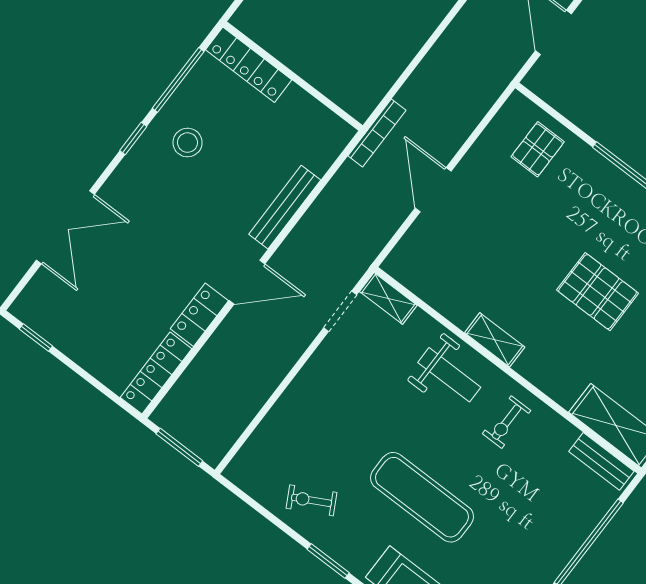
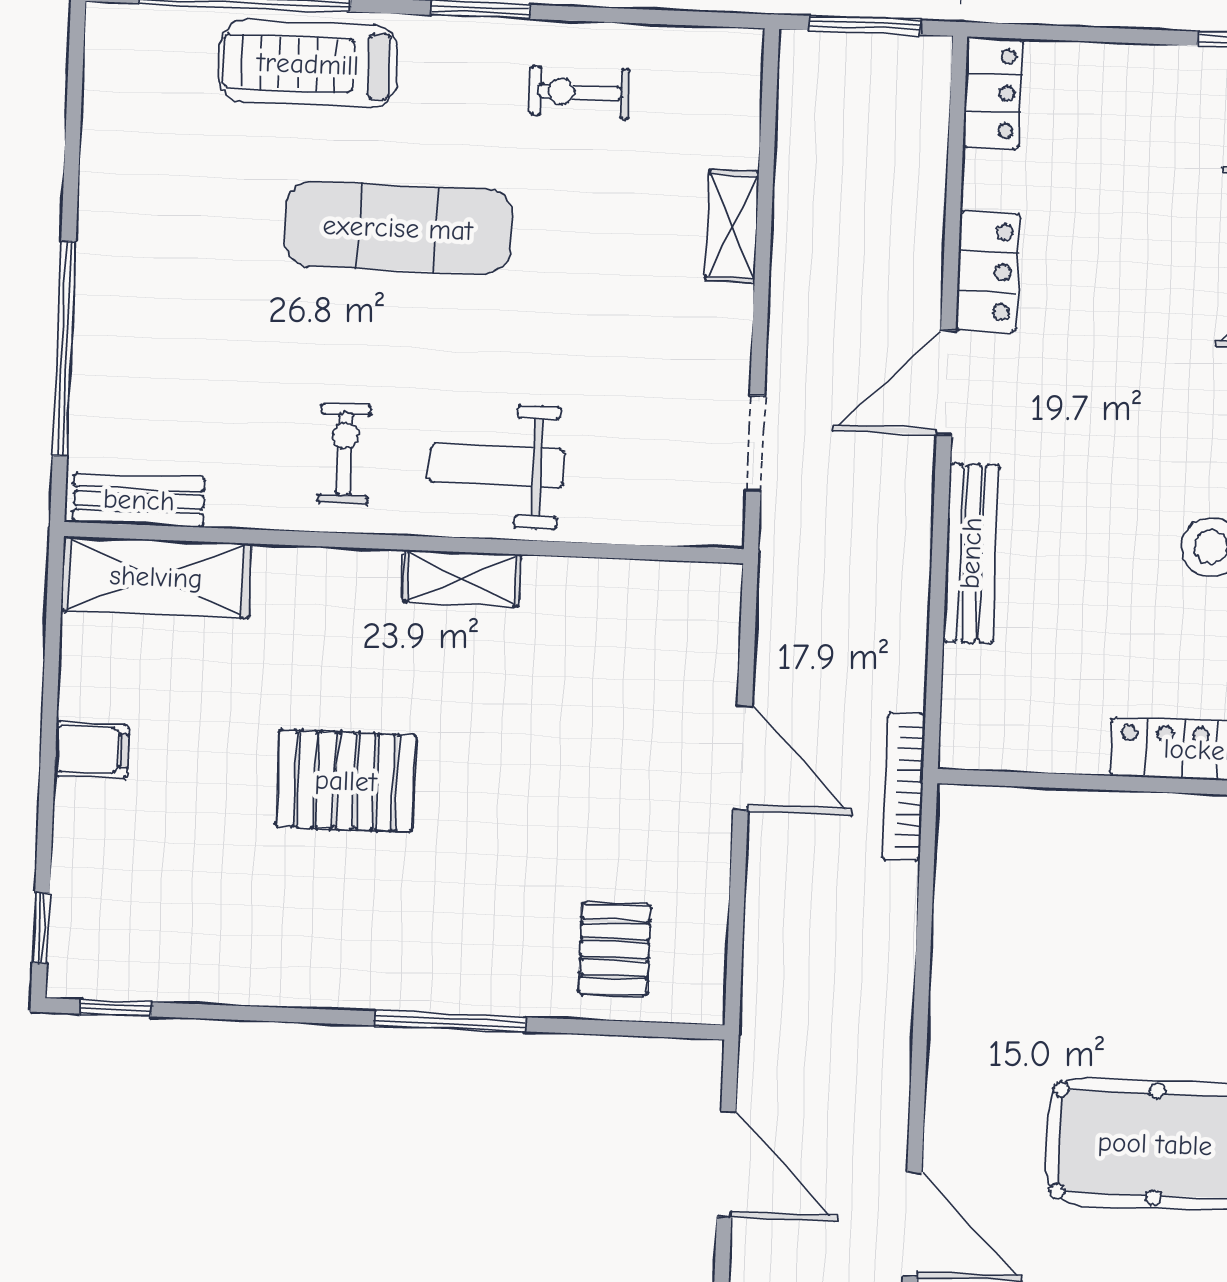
shelving: (388, 298) -> (732, 226), moved, turned 90
locker: (156, 373) -> (993, 93), width x0.66
exercise bike: (312, 500) -> (580, 92), turned -152

